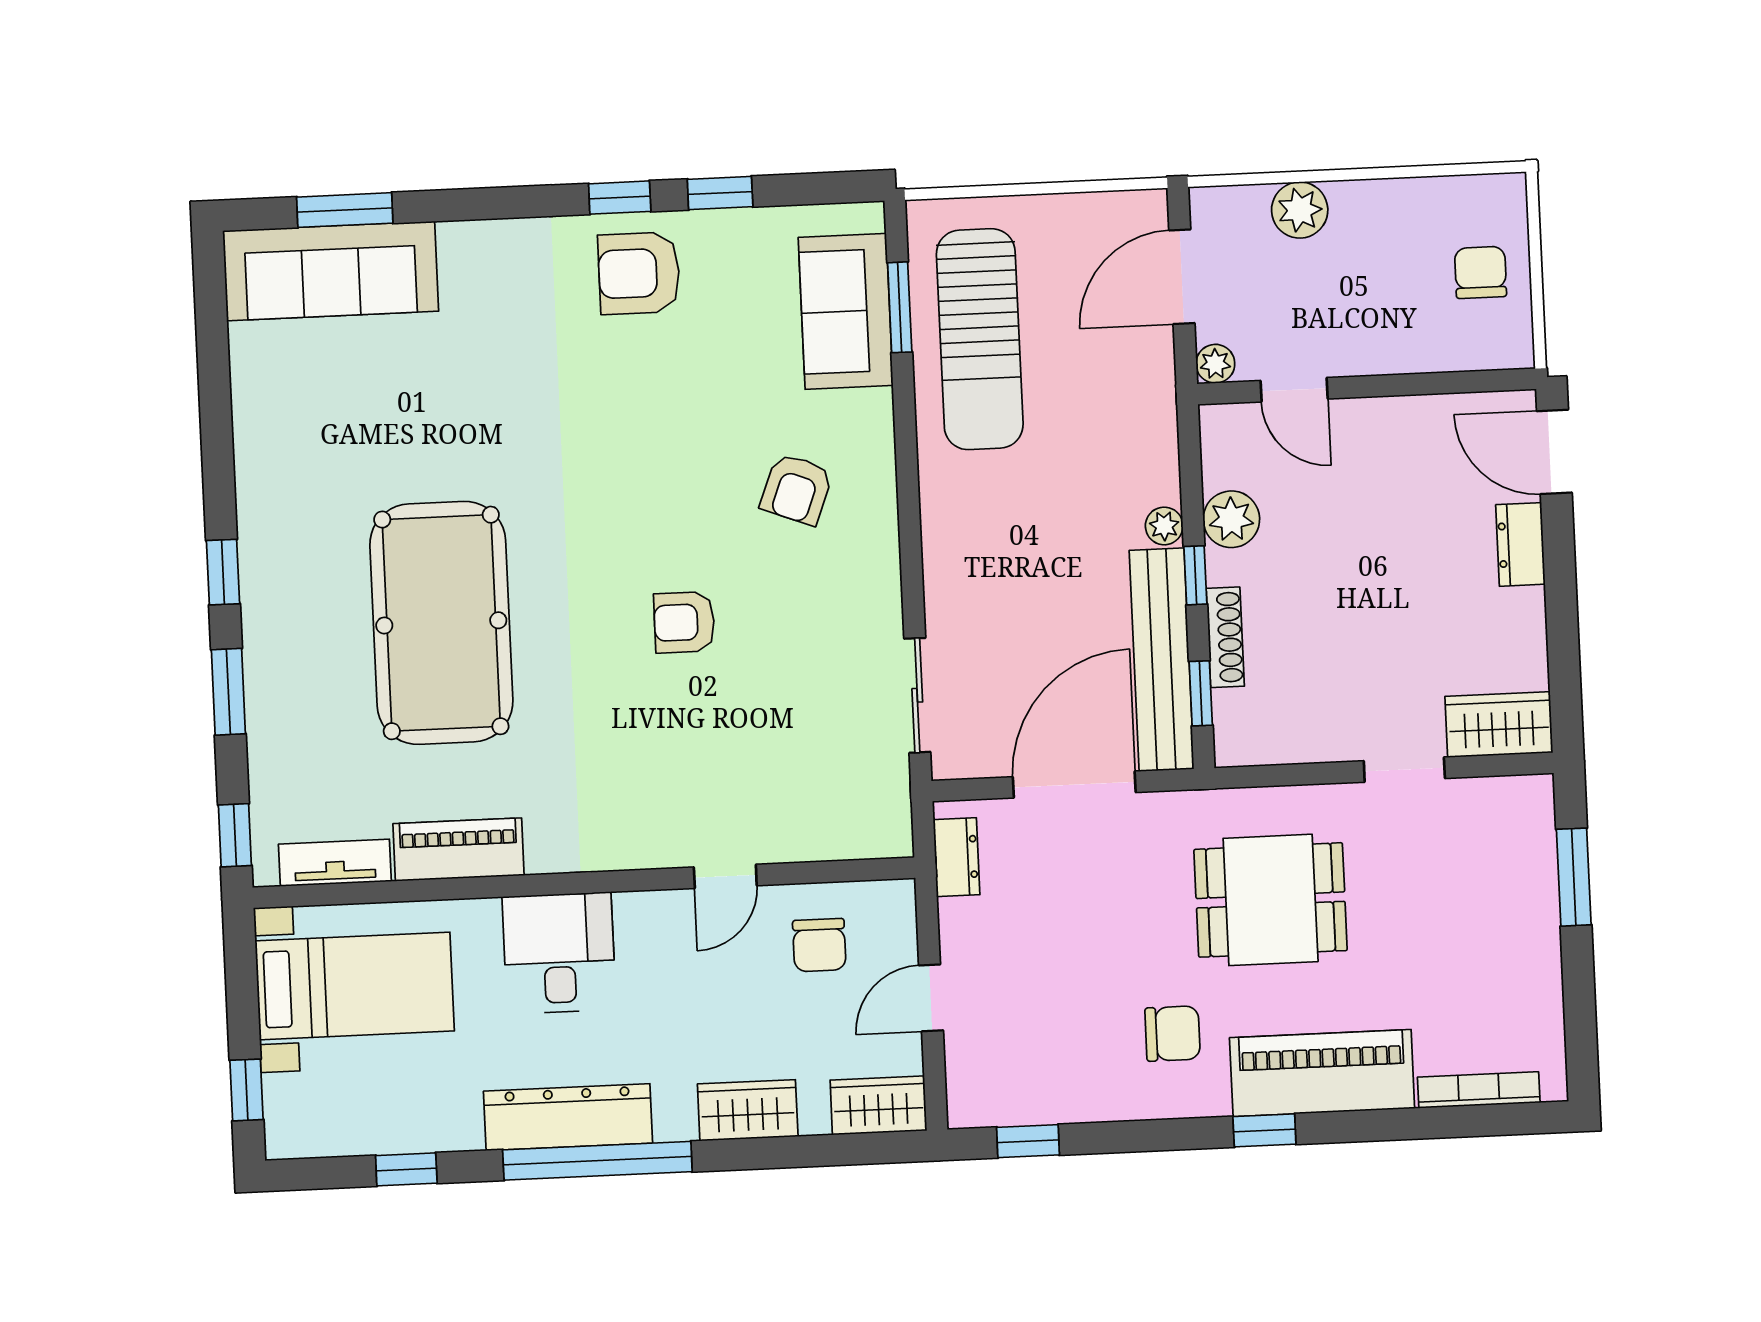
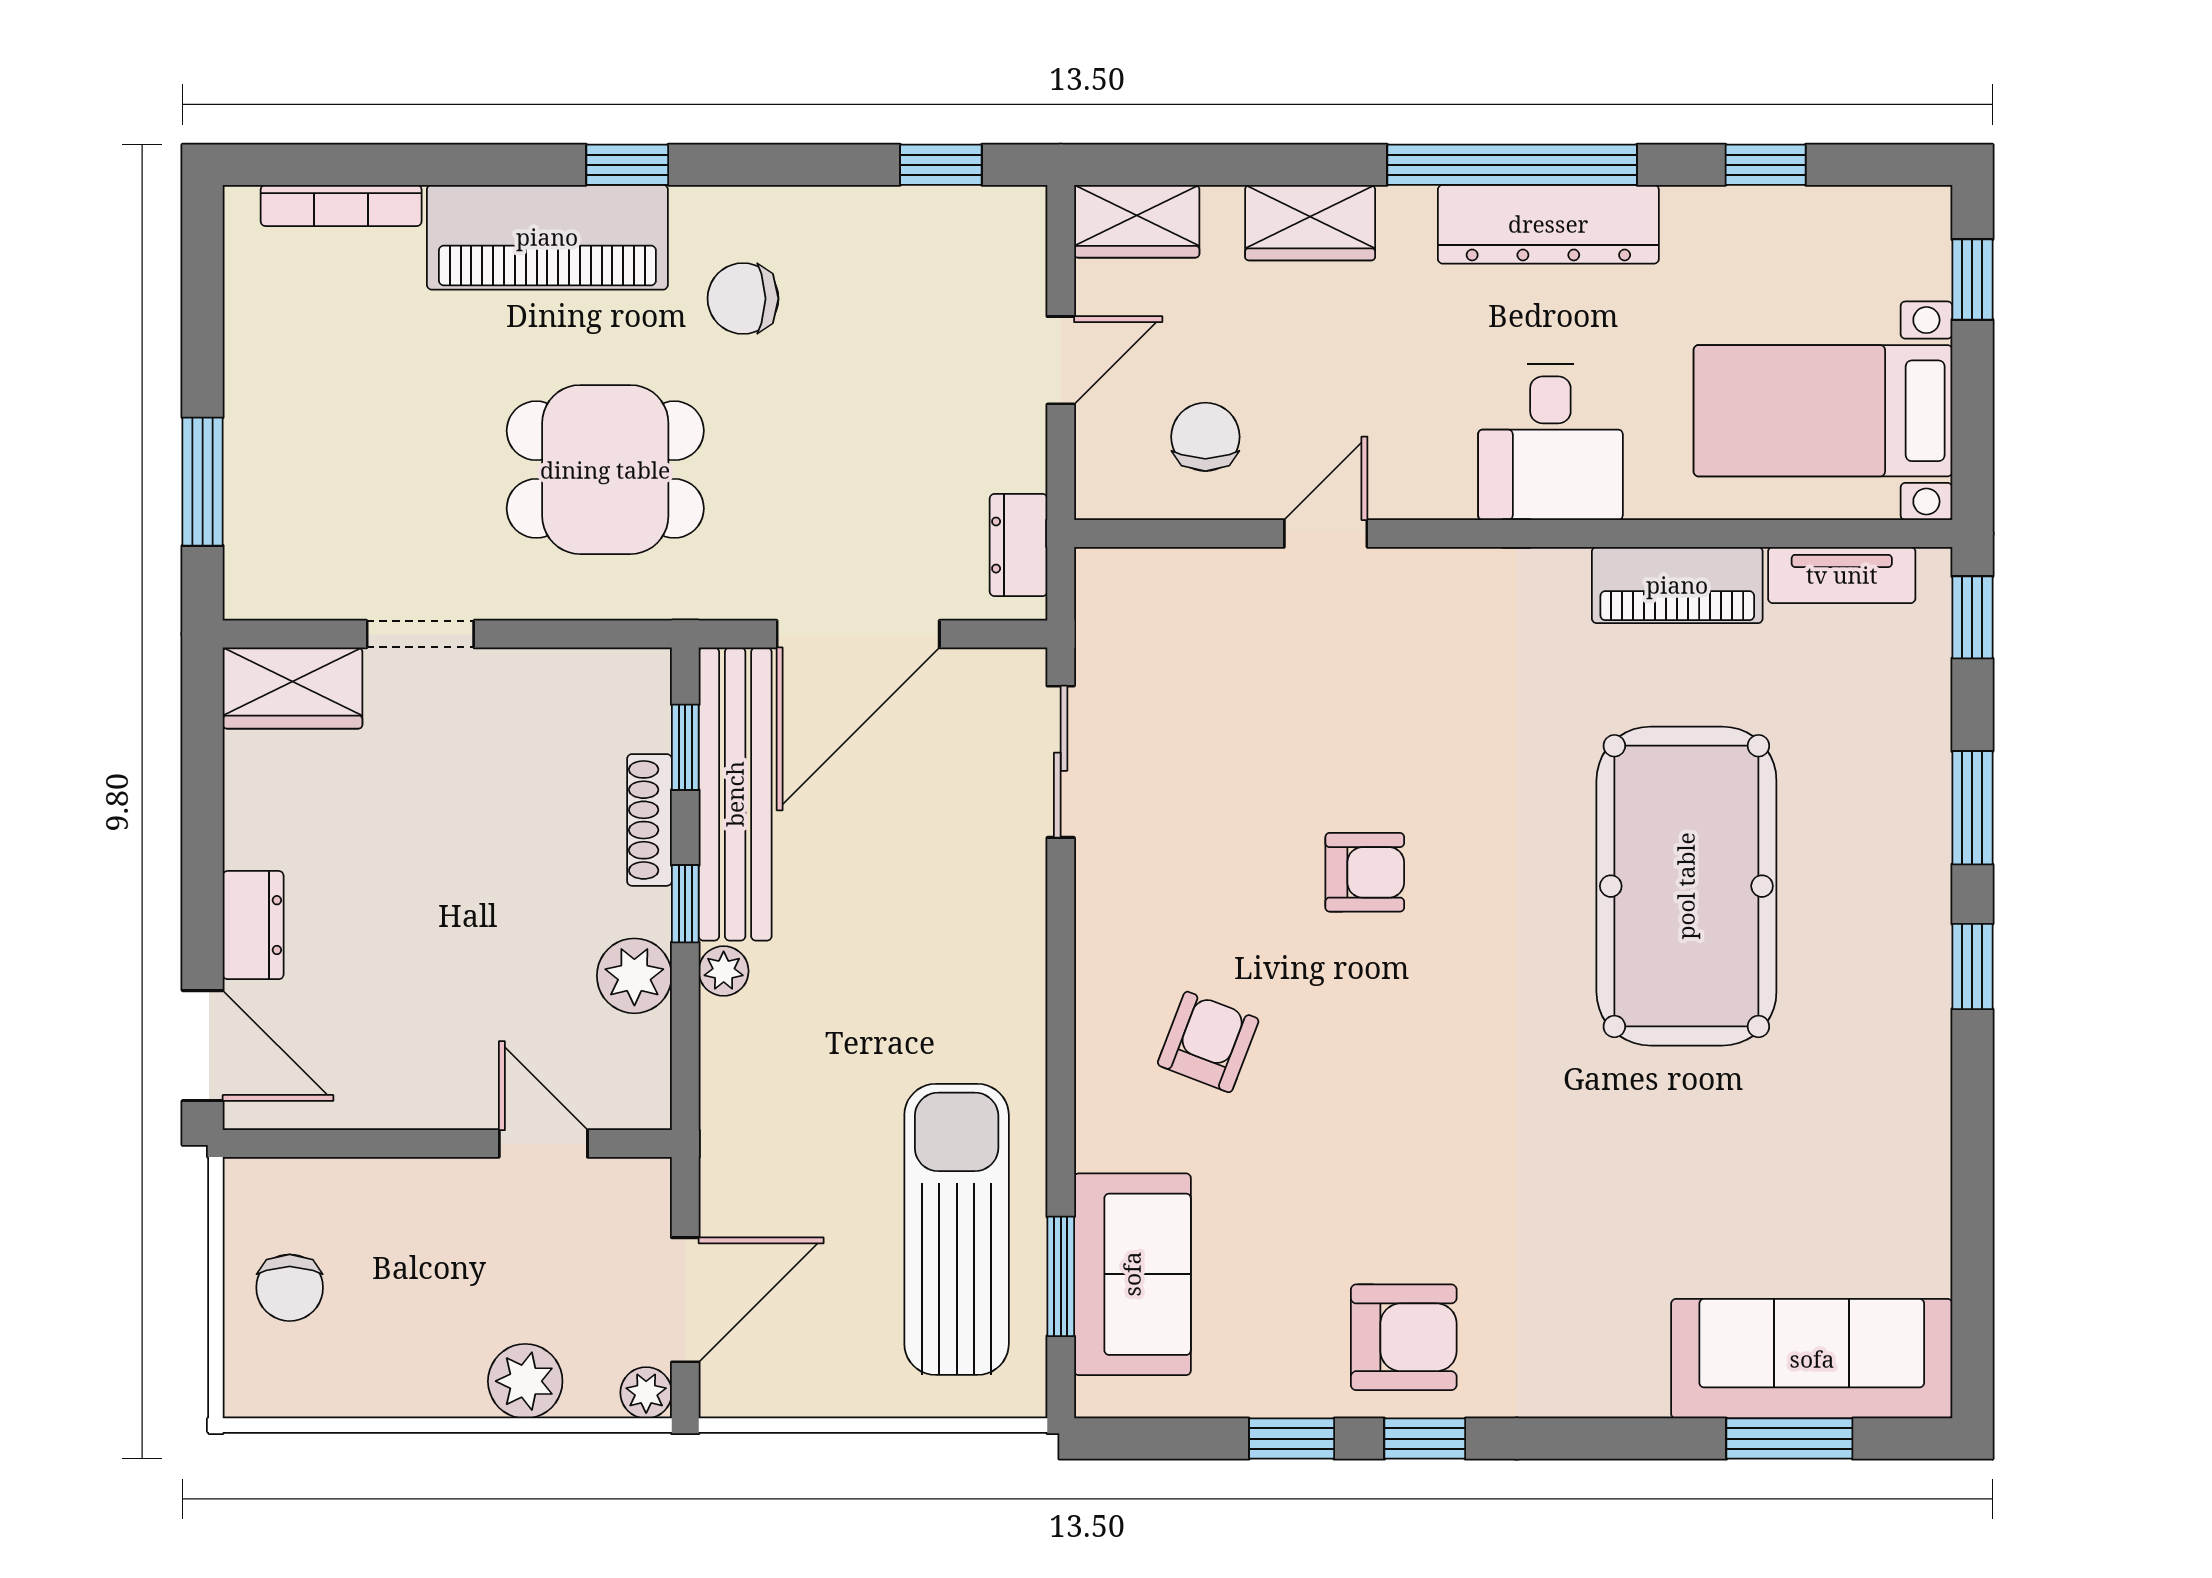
plant: (1215, 364) -> (646, 1393), moved

